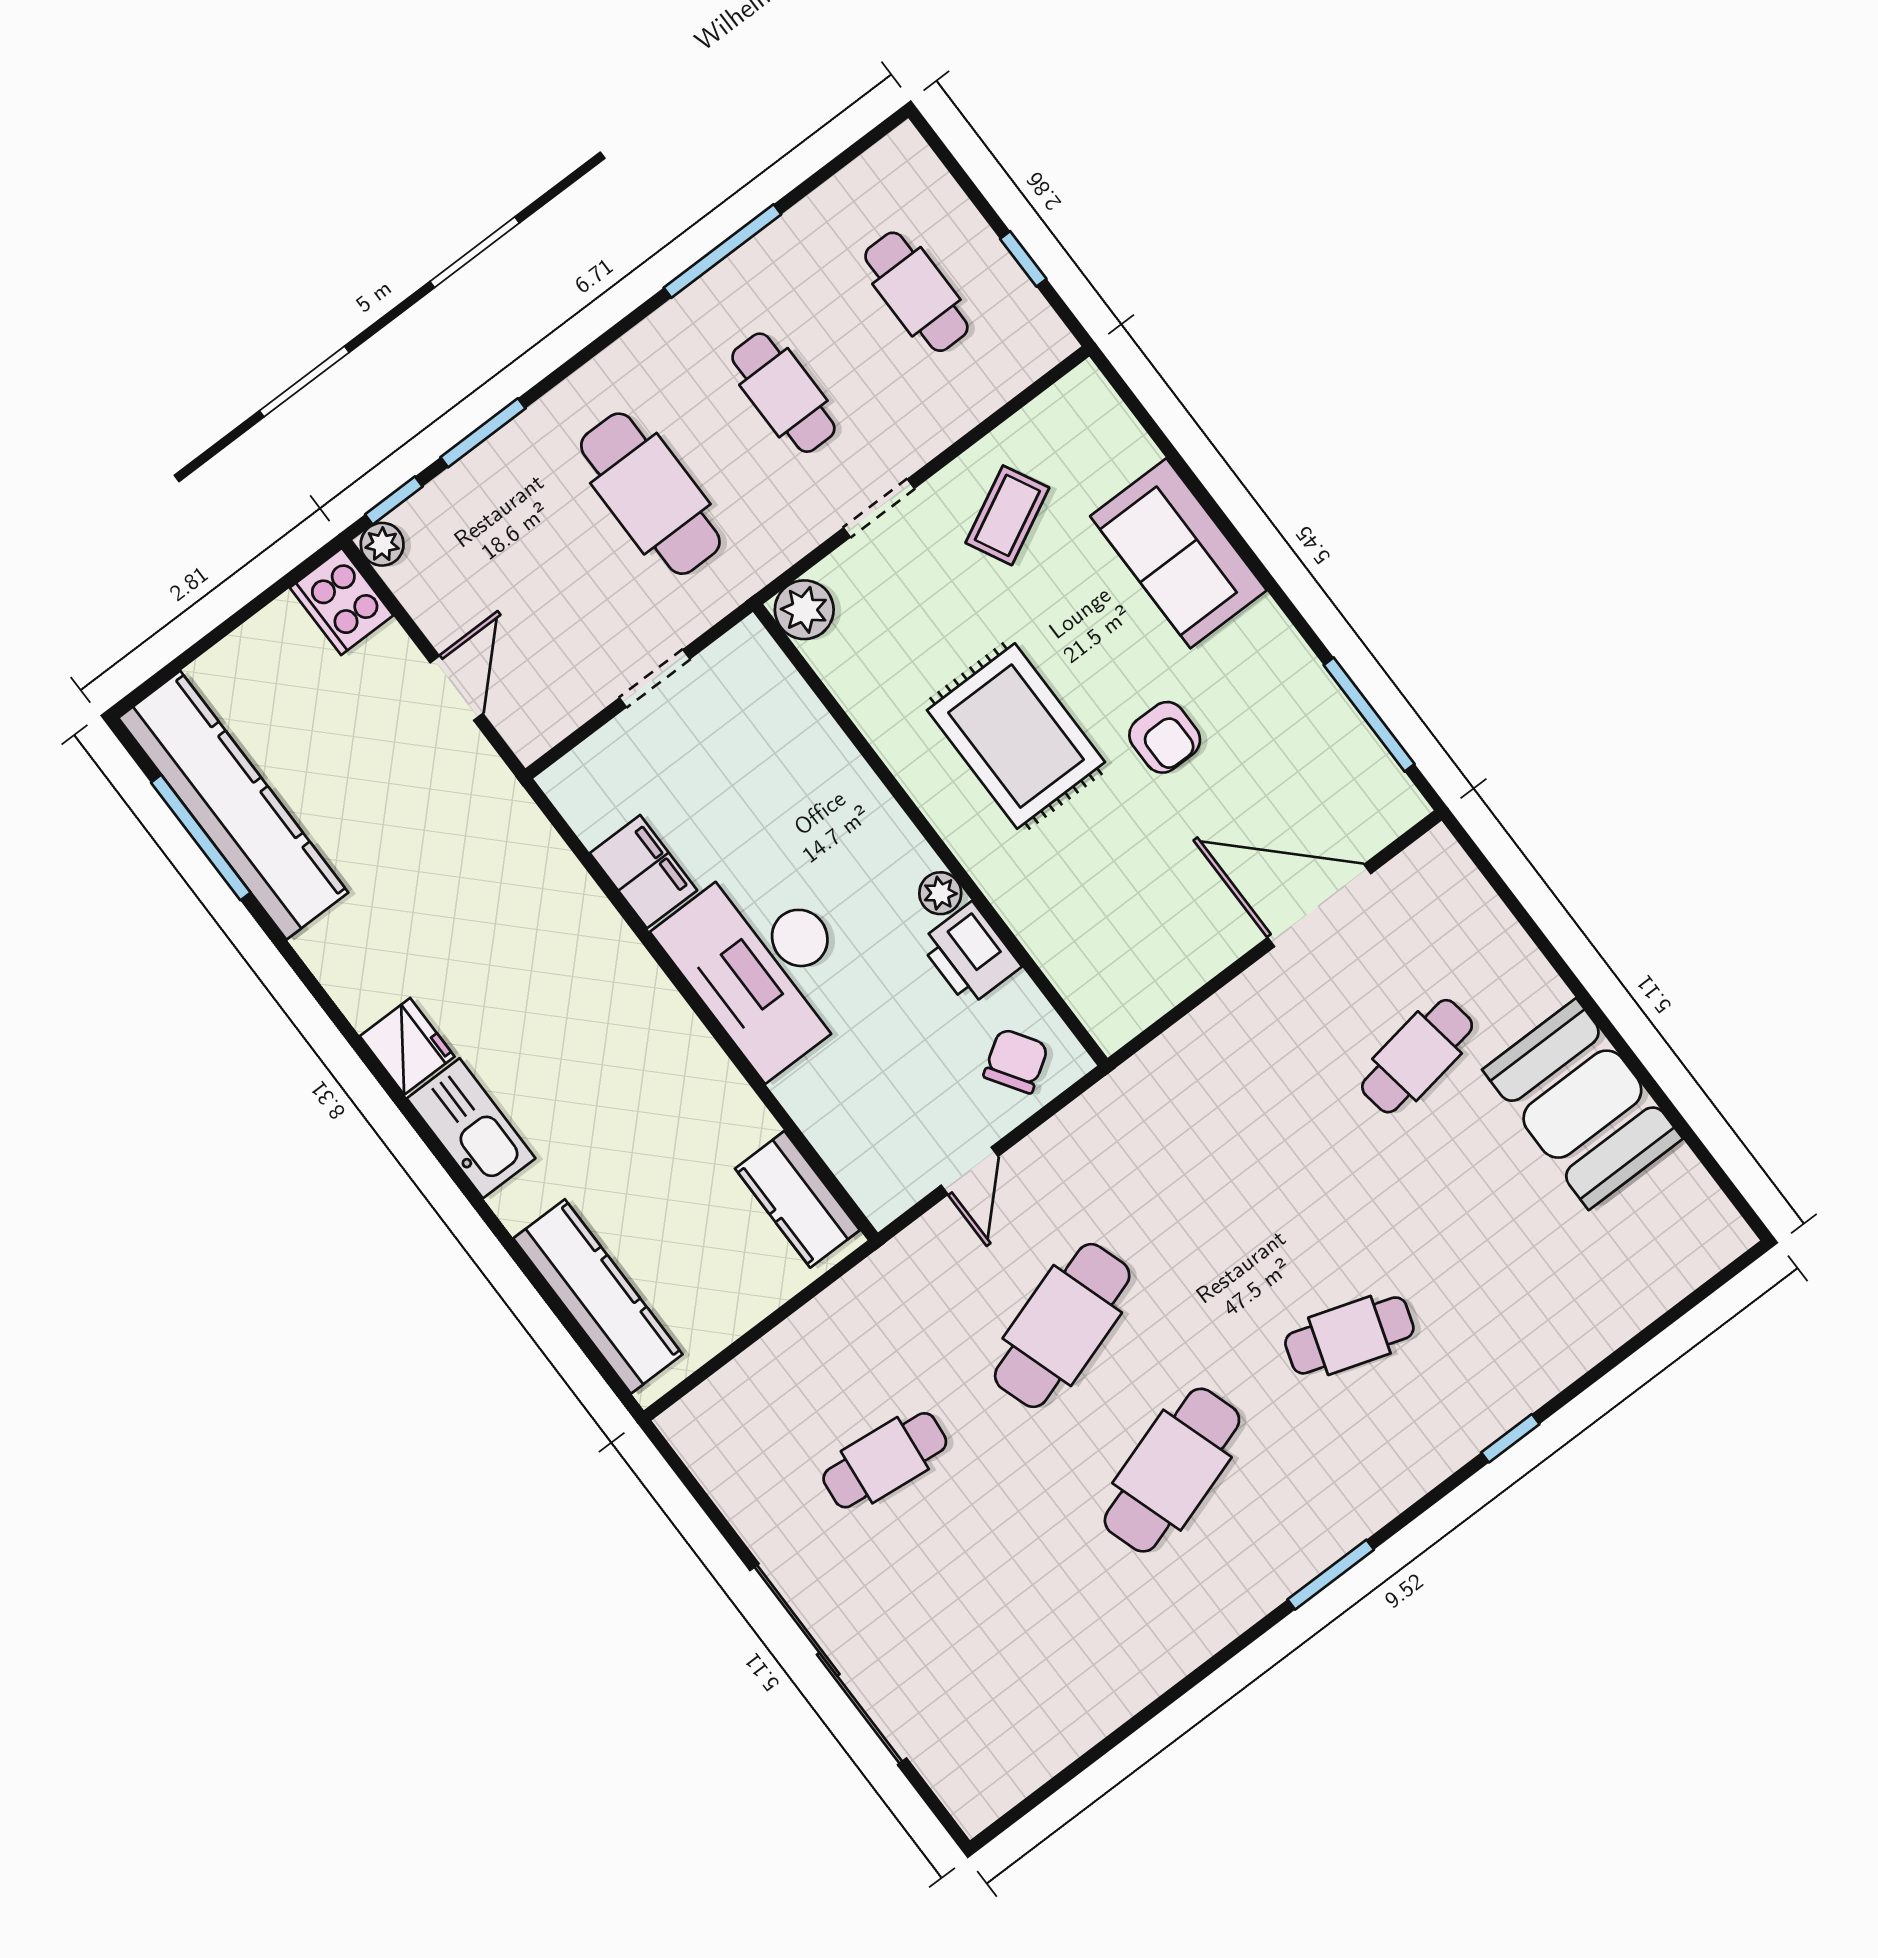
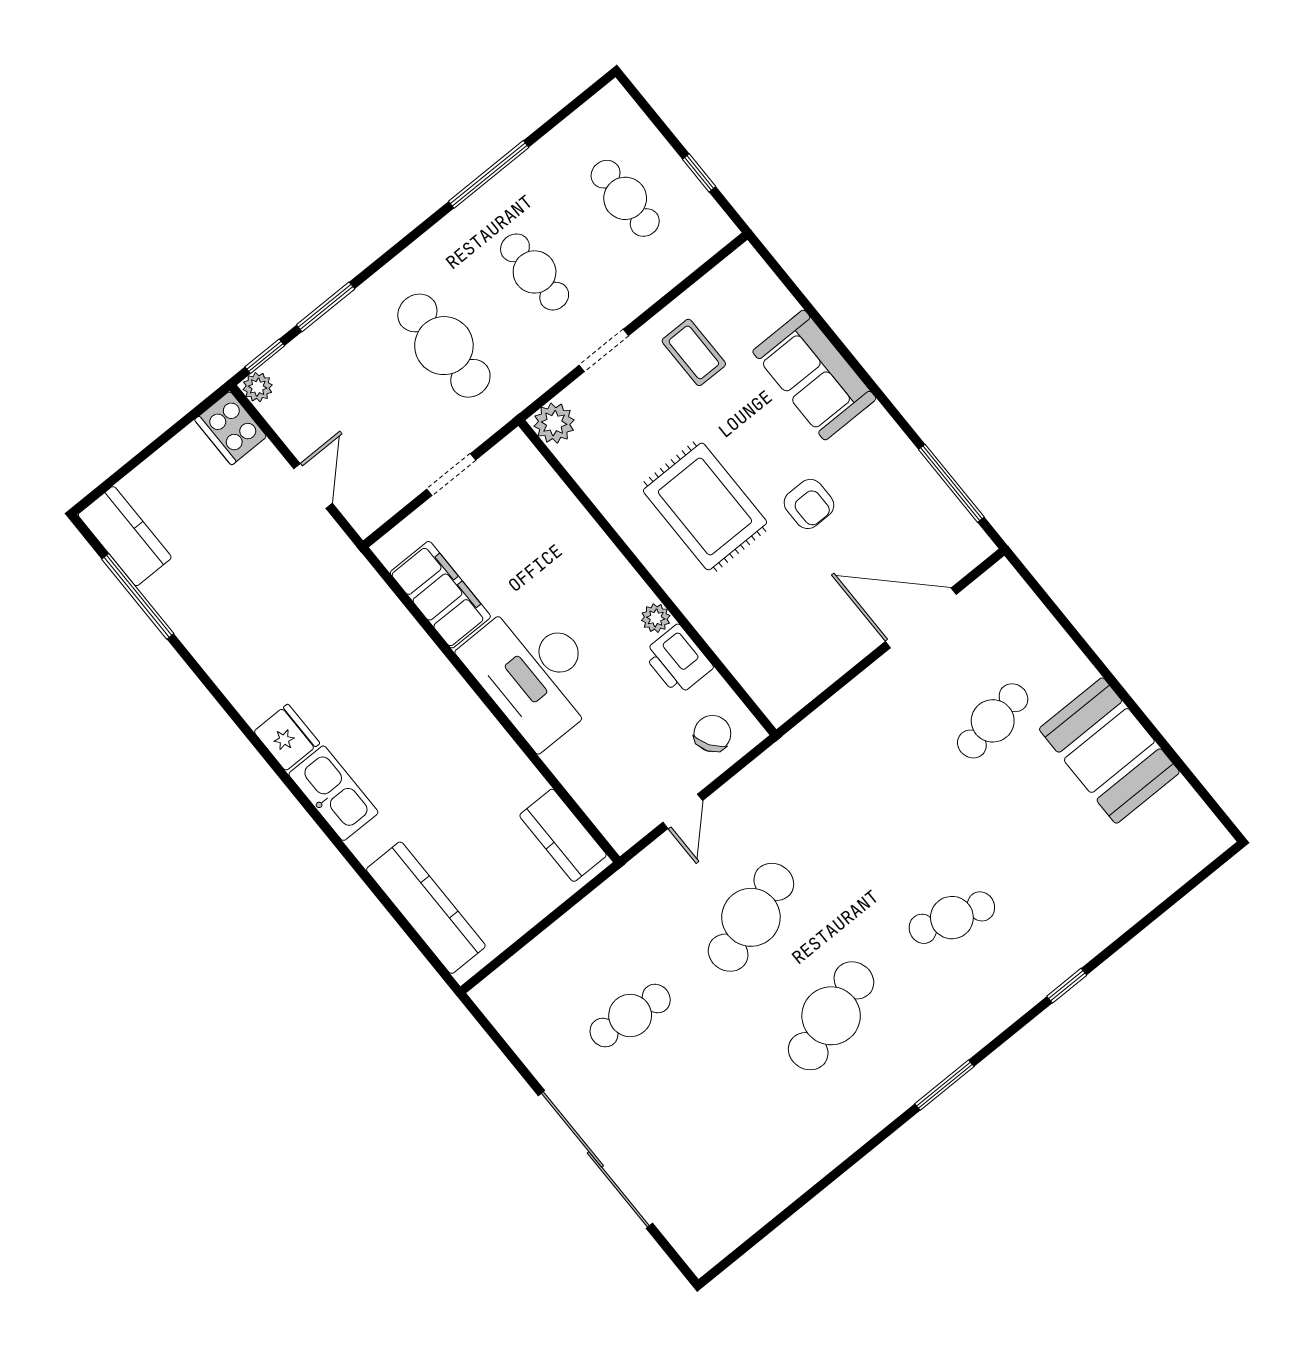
coffee table: (1007, 515) -> (694, 352), turned -63
kitchen counter: (233, 805) -> (125, 536), width x0.48, depth x0.86
filing cabinet: (643, 872) -> (440, 595), width x1.50, depth x1.17

